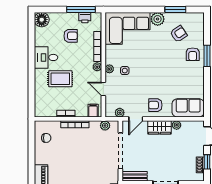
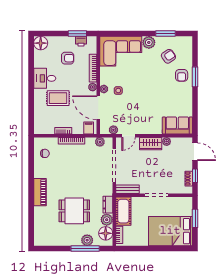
window: (81, 9) -> (77, 34), width x0.69
door: (103, 89) -> (98, 108), width x1.87
armchair: (155, 105) -> (147, 123), removed

